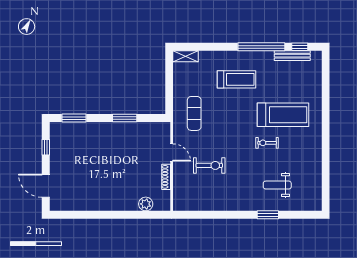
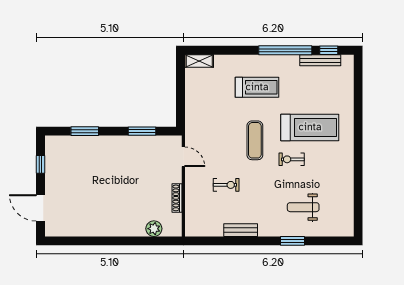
exercise mat: (194, 113) -> (255, 140), moved
window: (74, 118) -> (85, 131), moved
window: (125, 118) -> (142, 131), moved
door: (172, 152) -> (183, 157), moved
exercise bike: (209, 165) -> (226, 185), width x0.73, depth x0.72
bench: (222, 205) -> (241, 230), added

